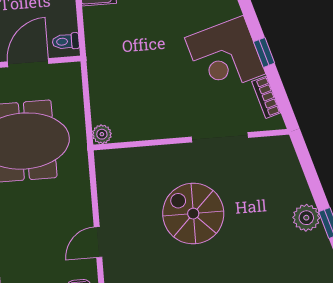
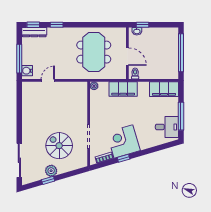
filing cabinet: (104, 66) -> (123, 89), added
spiral stairs: (193, 214) -> (59, 146), moved, turned -90
door: (98, 242) -> (48, 80), hinge flipped

